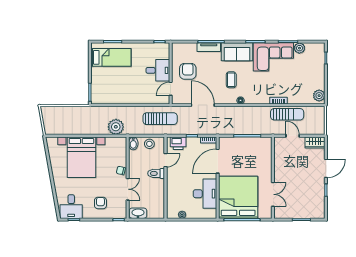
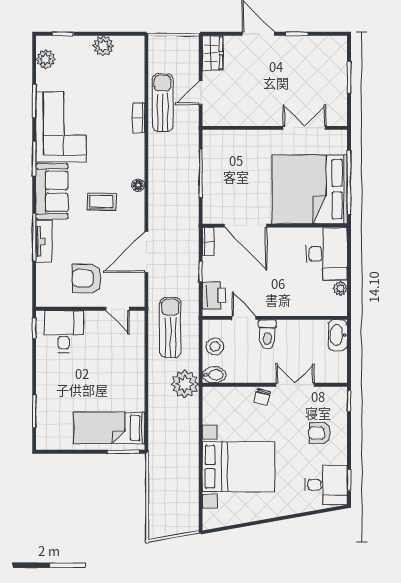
plant: (299, 48) -> (46, 59), moved
bed: (111, 57) -> (109, 428), moved, turned -90
desk: (158, 70) -> (64, 331), moved
plant: (319, 96) -> (103, 46), moved
plant: (116, 127) -> (185, 384), moved
desk: (205, 194) -> (327, 254), moved, turned 90
washbasin: (138, 213) -> (338, 335), moved

